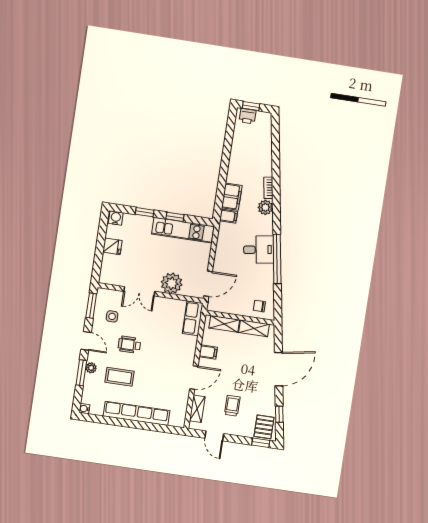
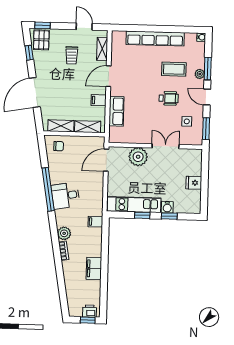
filing cabinet: (232, 197) -> (94, 268), moved
water cooler: (116, 218) -> (167, 207), moved
row of seats: (193, 318) -> (116, 111), moved

